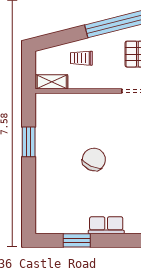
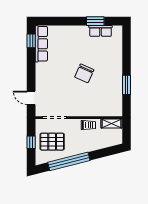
trolley: (81, 58) -> (88, 125), moved
row of seats: (106, 225) -> (101, 31), moved

